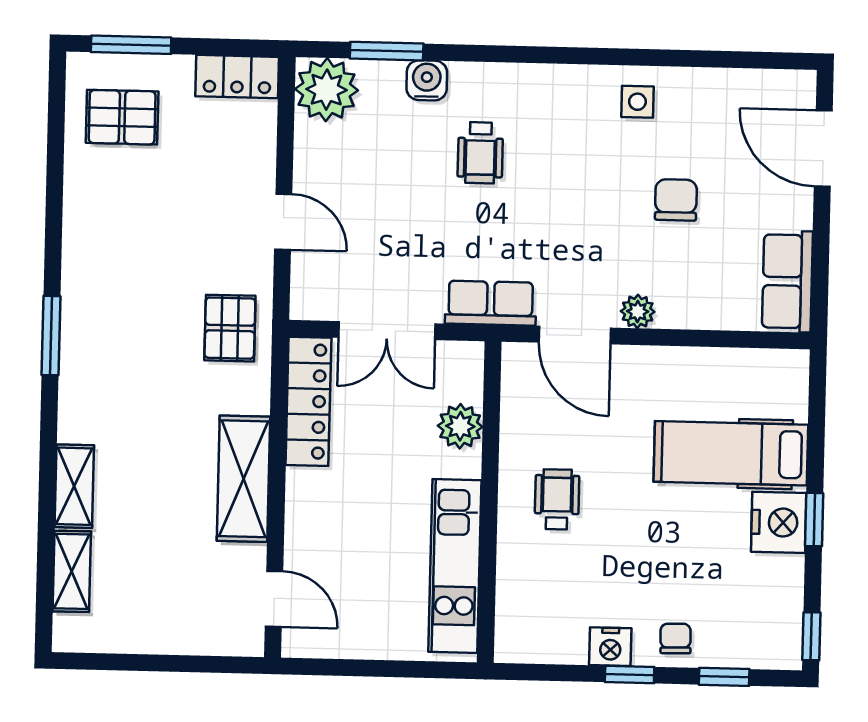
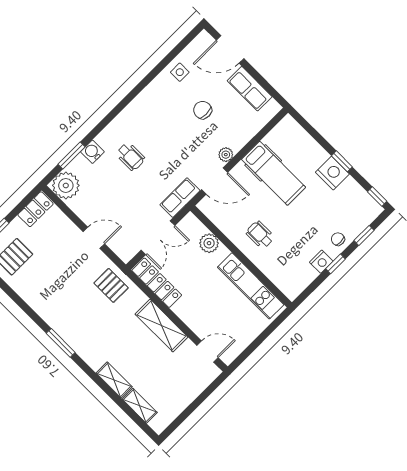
side table: (637, 102) -> (180, 72), moved
row of seats: (787, 281) -> (250, 89), moved
hospital bed: (731, 453) -> (274, 173), moved, turned -90

